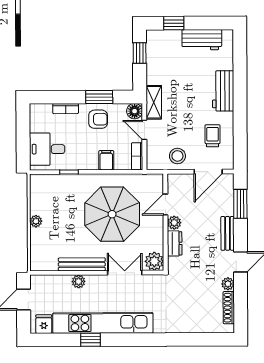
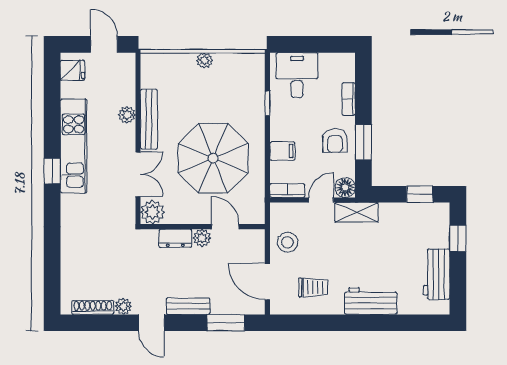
kitchen unit: (103, 323) -> (74, 146), width x0.73
window: (90, 340) -> (52, 171), moved

